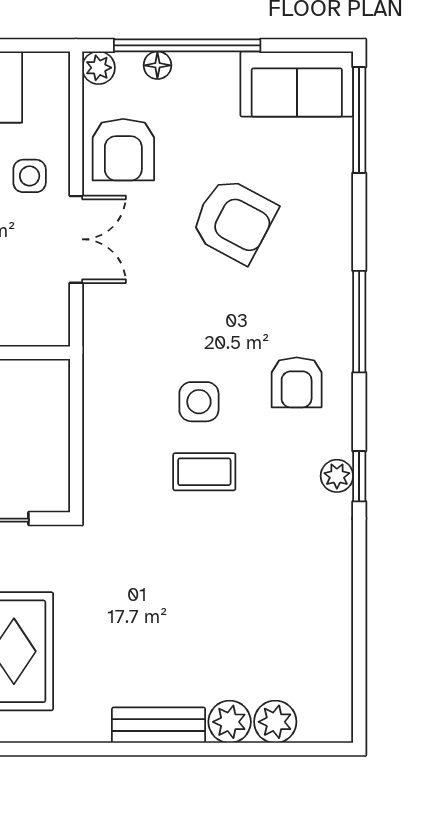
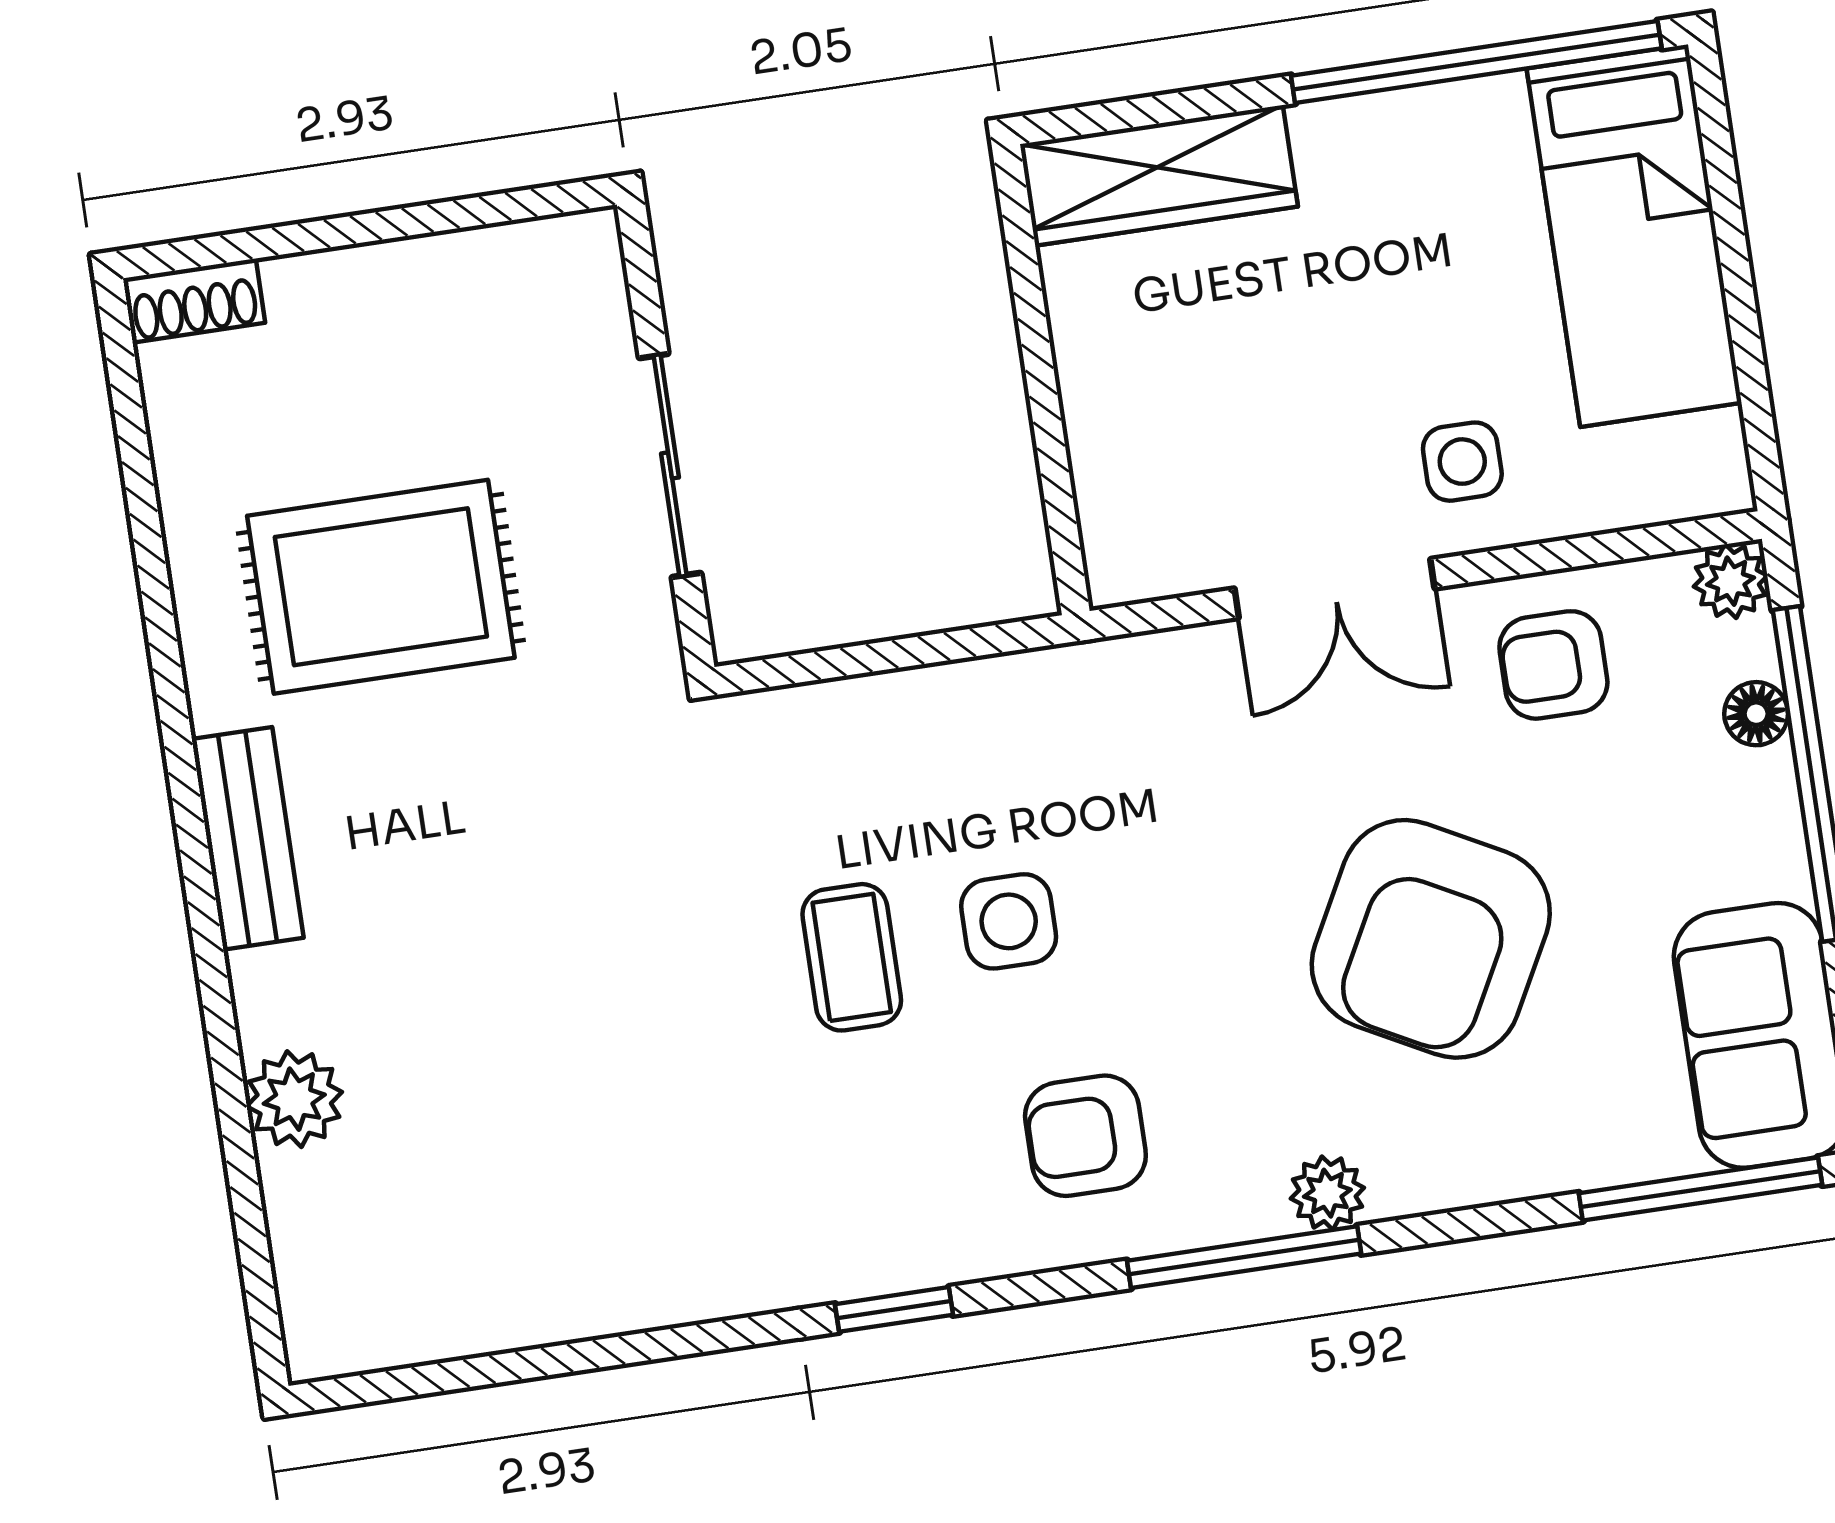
armchair: (123, 150) -> (1553, 665), width x0.72, depth x0.72
armchair: (234, 220) -> (1431, 939), width x1.36, depth x1.36
plant: (337, 476) -> (1327, 1193), moved
plant: (275, 722) -> (310, 1202), removed
bench: (159, 725) -> (248, 838), moved

